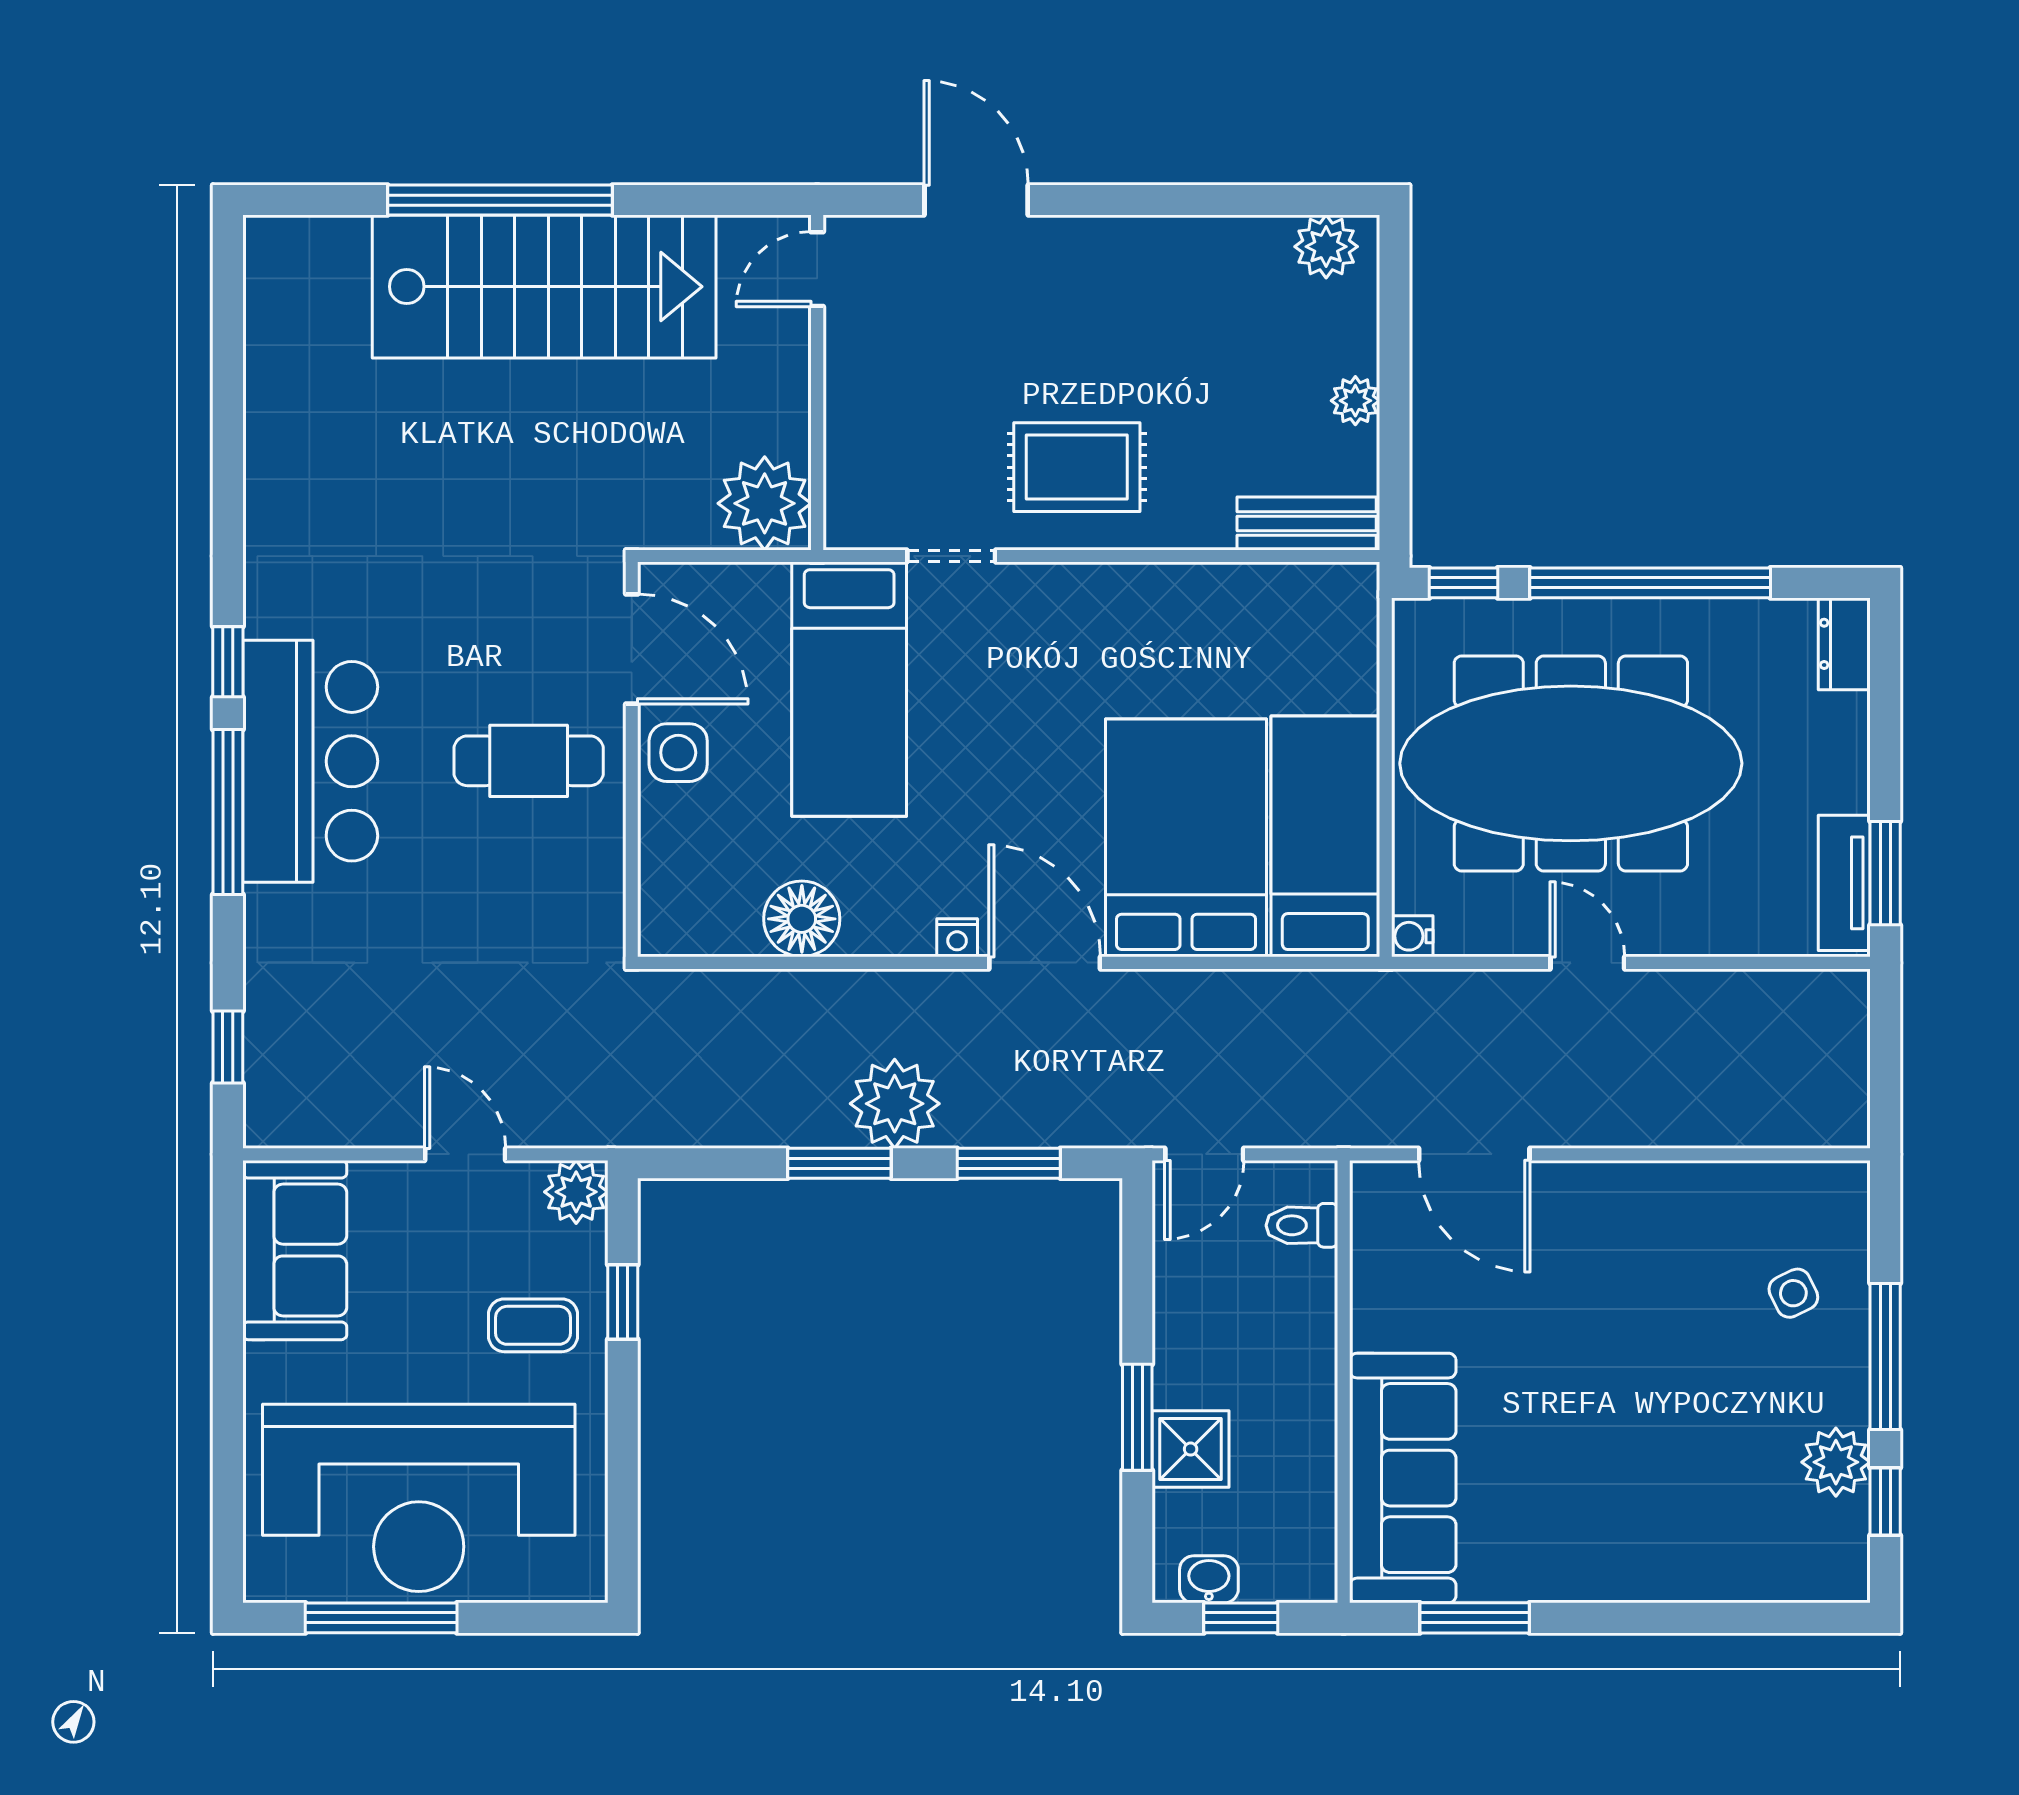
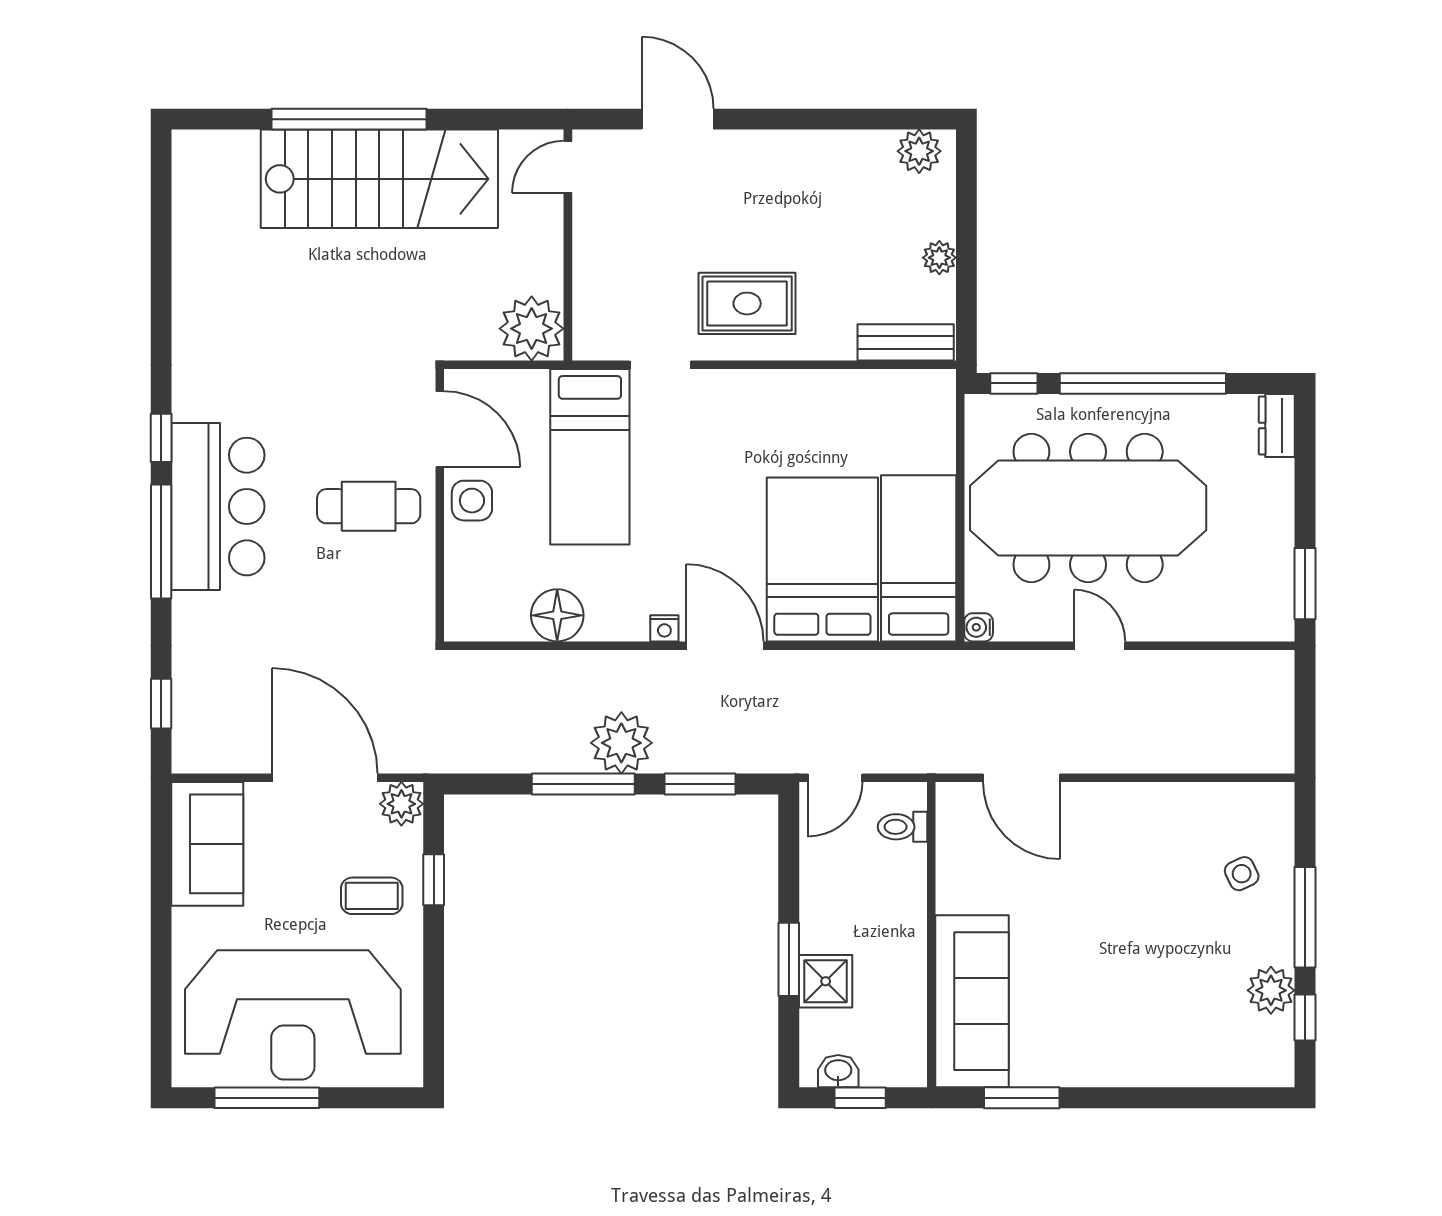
tv unit: (1844, 883) -> (1277, 590), removed
door: (465, 1154) -> (325, 778), width x1.88
window: (839, 1163) -> (583, 784), width x1.44

